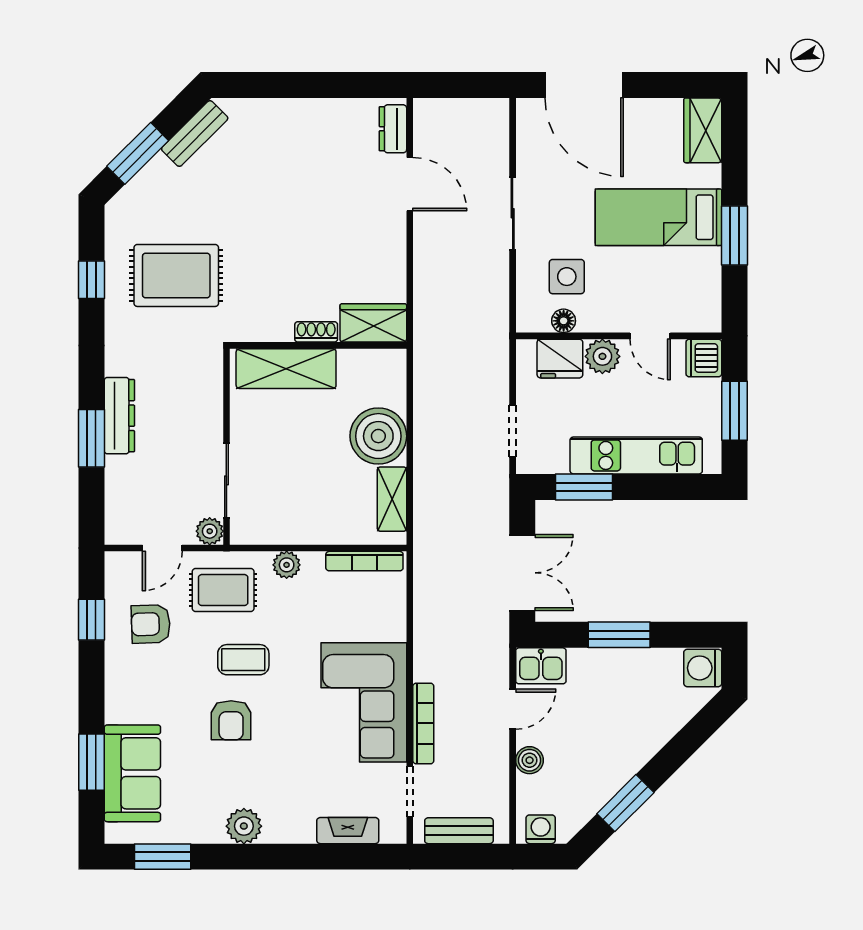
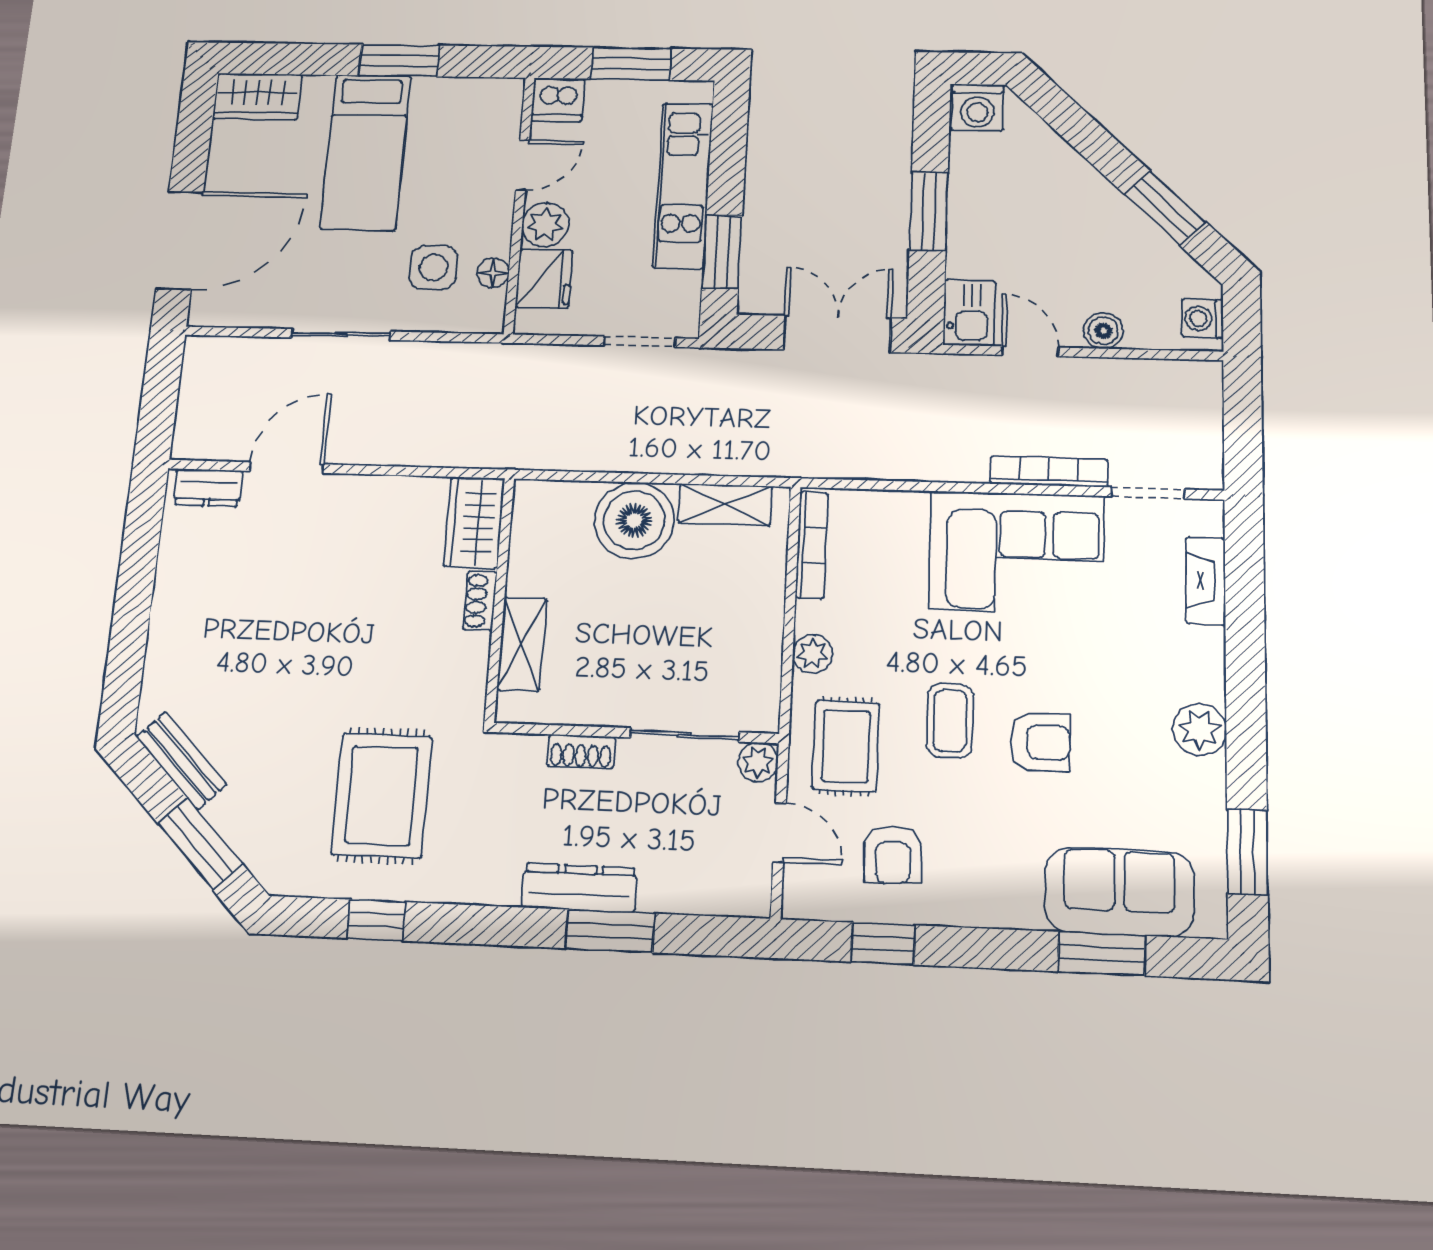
shelving: (286, 369) -> (522, 644), width x0.67, depth x0.75
shoe rack: (212, 410) -> (581, 751), added
bench: (459, 831) -> (1205, 427), removed

